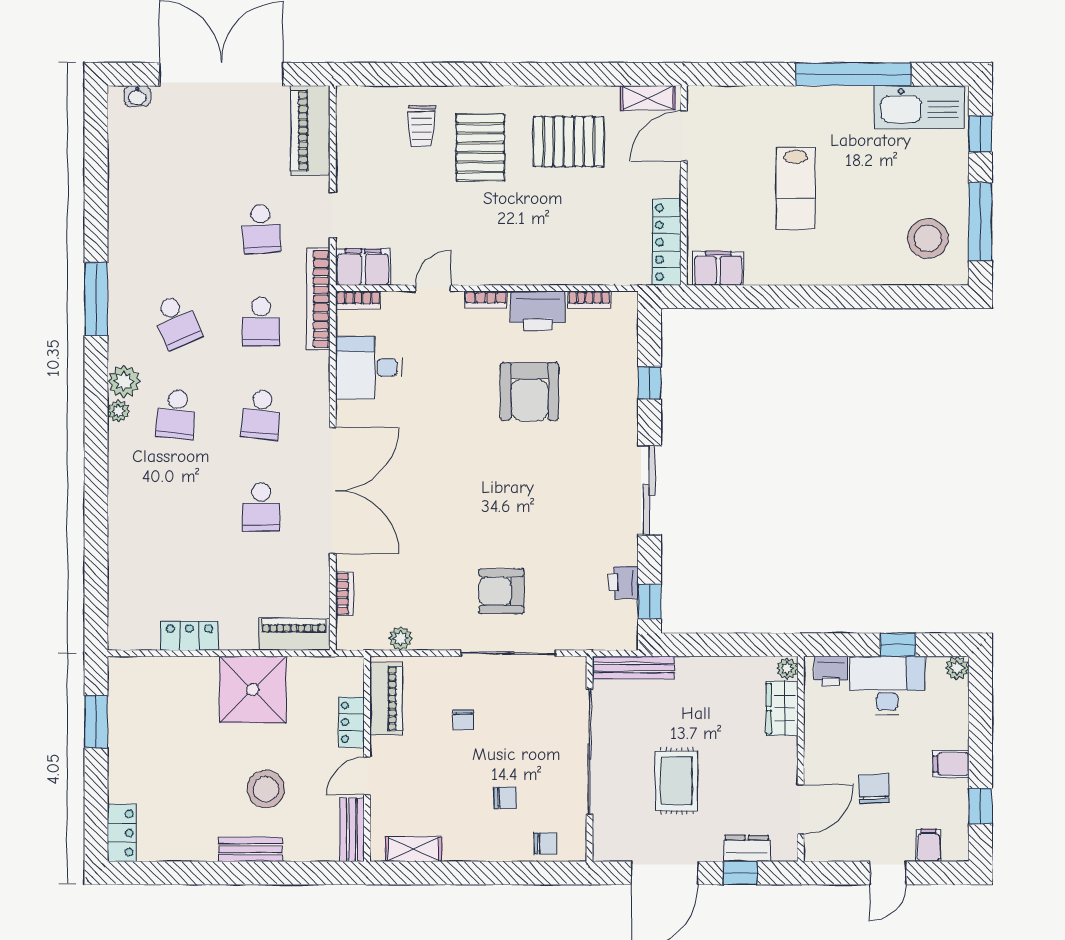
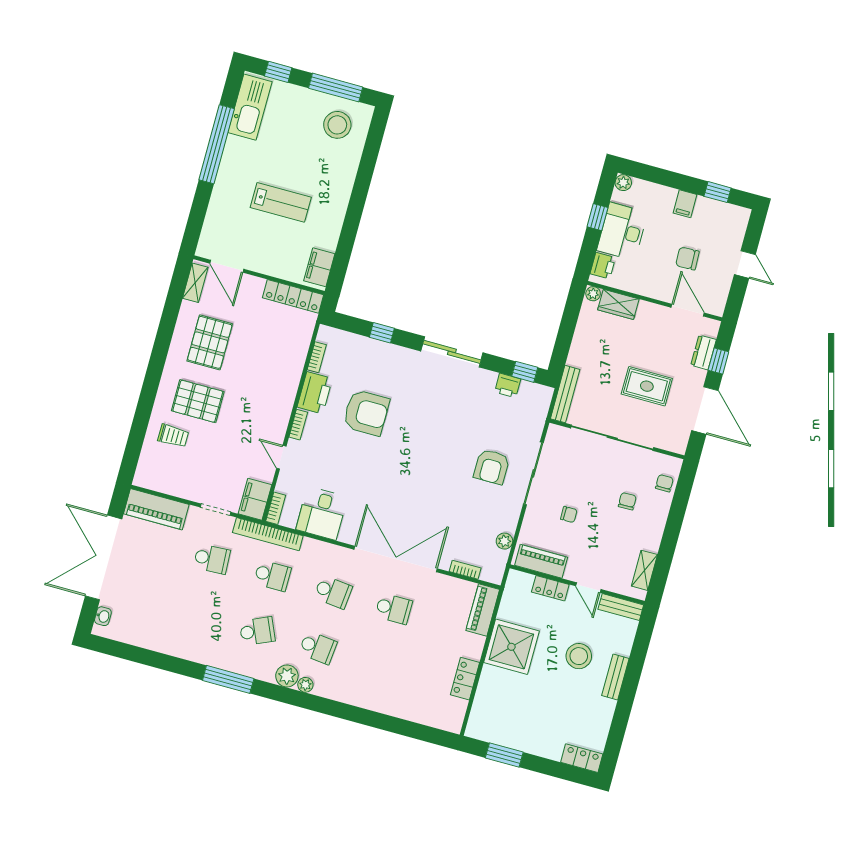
filing cabinet: (929, 845) -> (734, 233), removed

